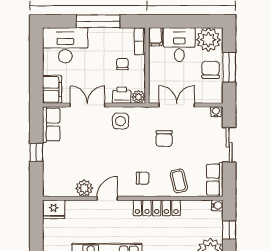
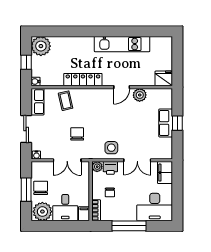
chair: (211, 70) -> (41, 188), turned 180
row of seats: (51, 124) -> (166, 123), moved
chair: (143, 178) -> (94, 103), removed

